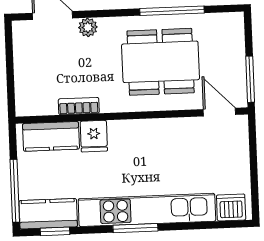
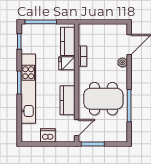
dining table: (161, 62) -> (103, 99), turned 90
dishwasher: (231, 207) -> (48, 135), moved, turned -90
kitchen counter: (48, 214) -> (68, 100), moved, turned 180

